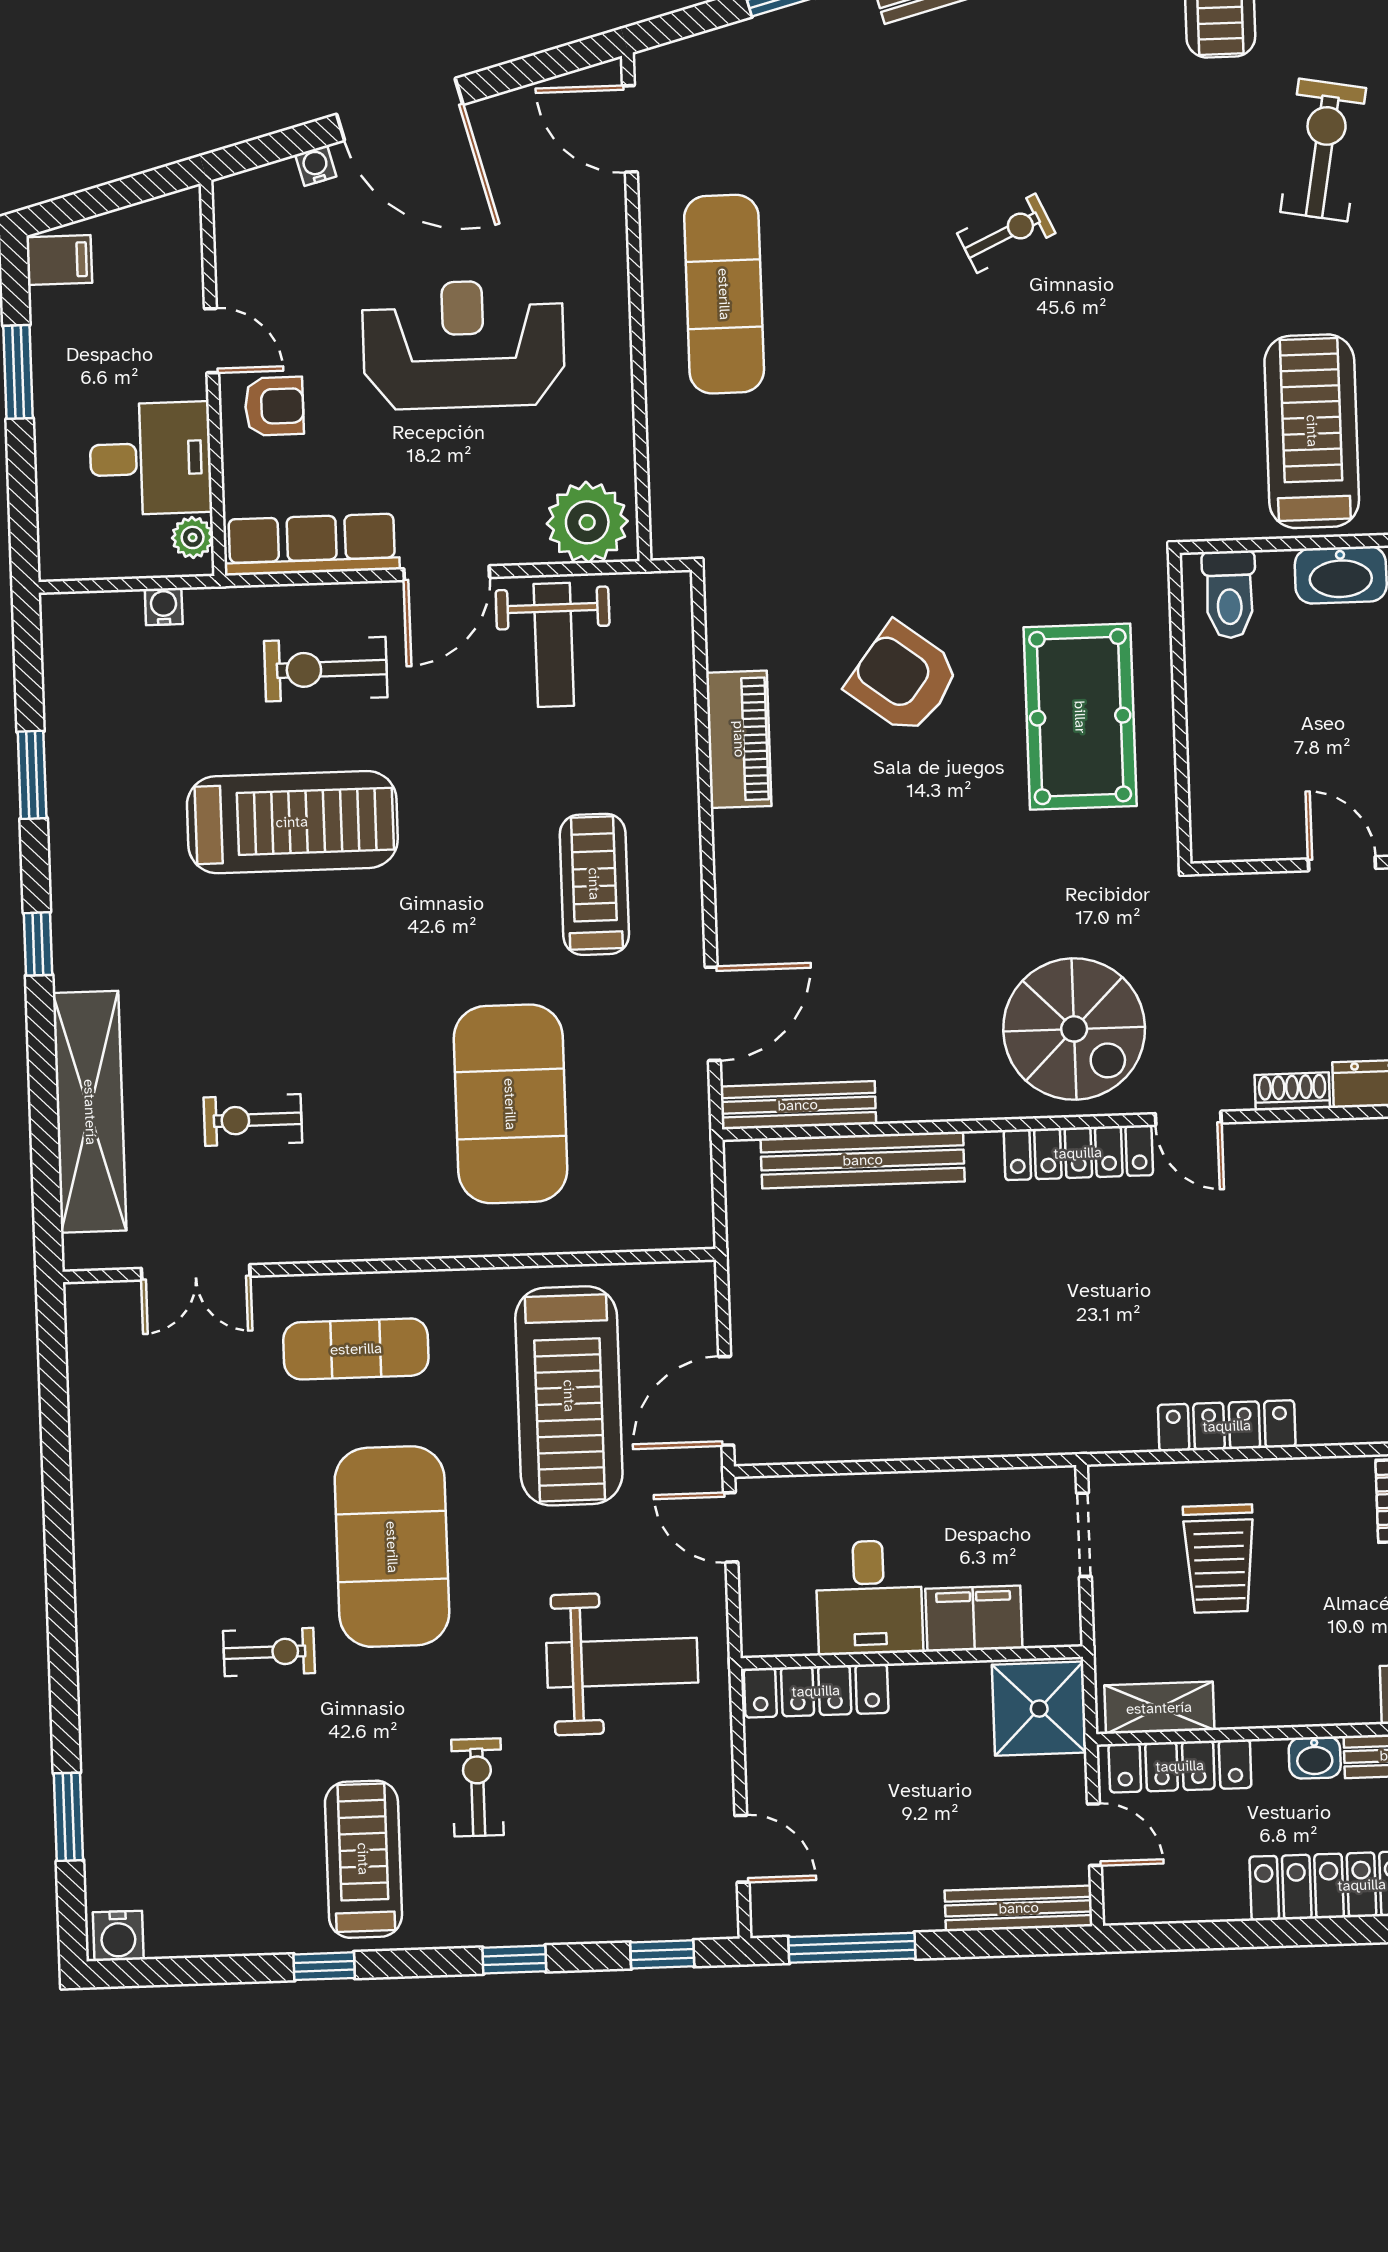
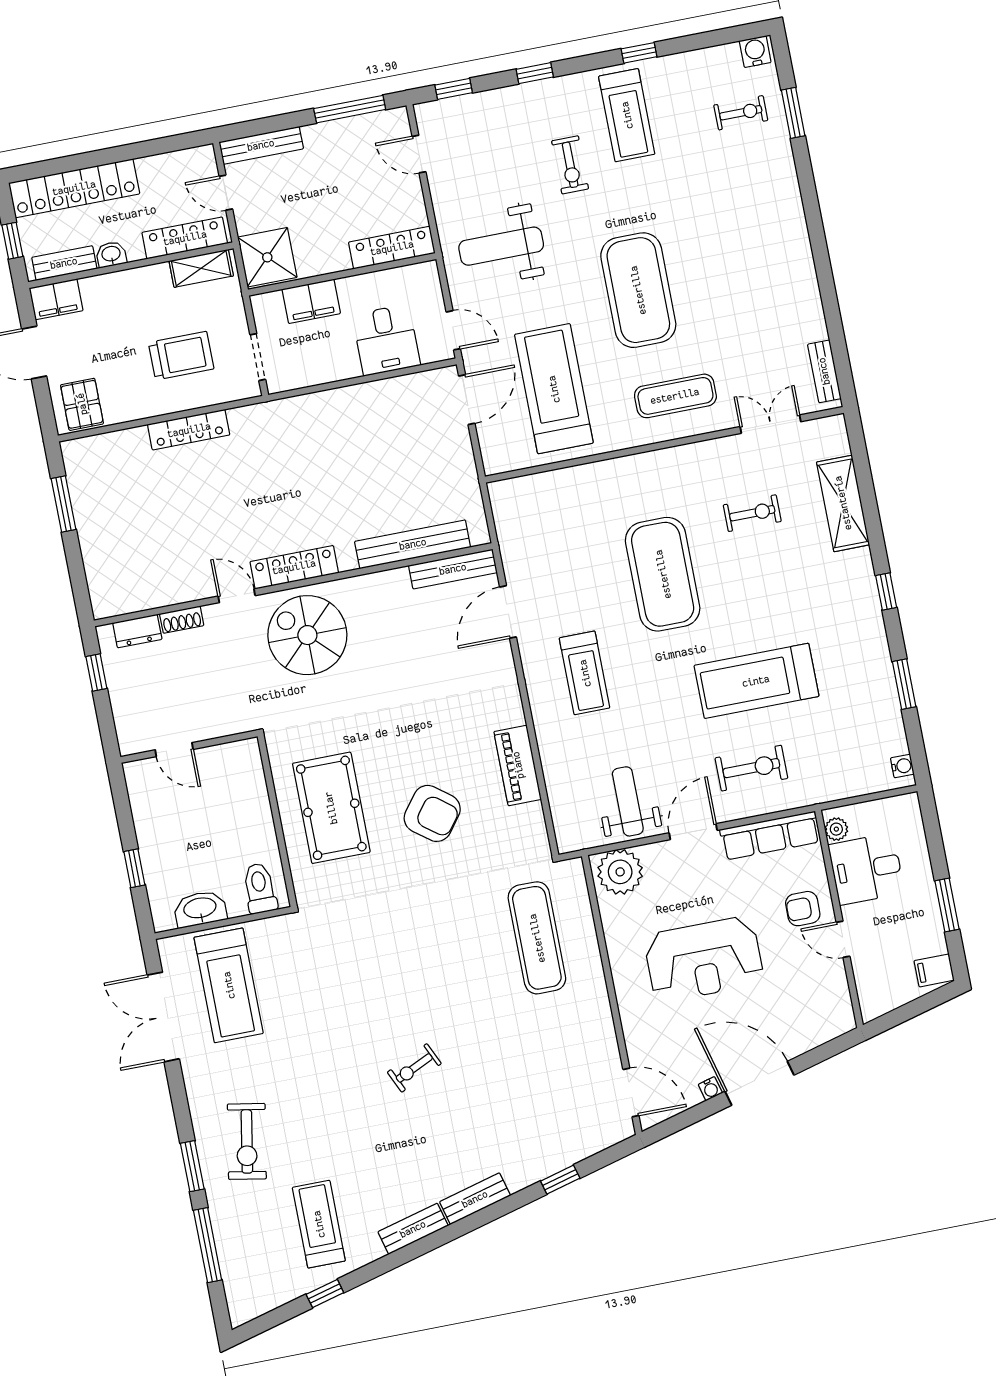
water cooler: (316, 166) -> (710, 1089), moved
exercise mat: (724, 294) -> (537, 938), moved
water cooler: (164, 606) -> (902, 766), moved, turned -90
exercise mat: (510, 1104) -> (663, 574), moved
shelving: (90, 1112) -> (843, 503), width x0.68
bench: (86, 1351) -> (824, 371), added
trolley: (1219, 1559) -> (181, 356), turned 90
desk: (869, 1597) -> (386, 340), moved, turned 180
exercise bike: (269, 1652) -> (741, 113), moved, turned 180

